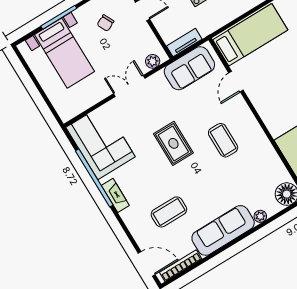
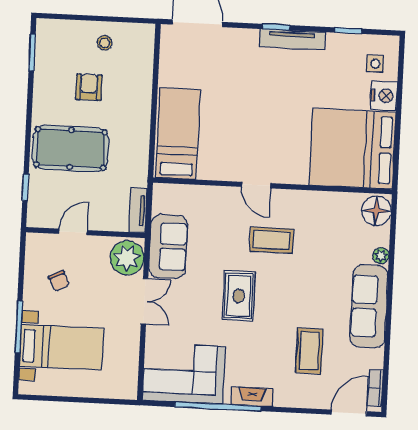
plant: (153, 61) -> (127, 258), width x1.88, depth x1.88
sofa: (189, 68) -> (168, 246), moved
door: (236, 82) -> (256, 185), moved
double door: (129, 86) -> (144, 301), swing flipped
rug: (173, 143) -> (239, 296), turned 90
bookcase: (181, 266) -> (375, 388), width x0.64

